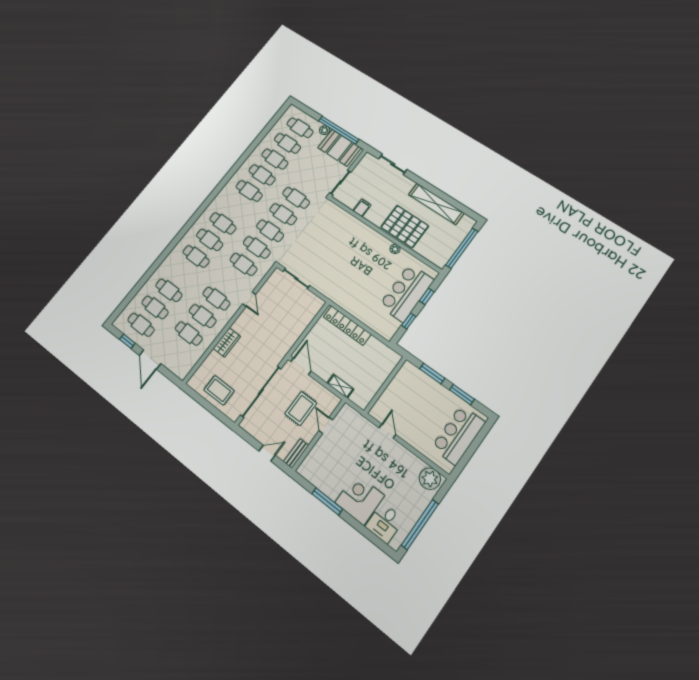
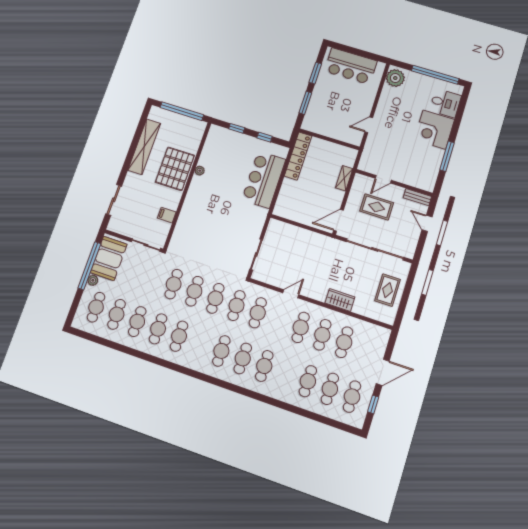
bar counter: (406, 293) -> (264, 180), moved, turned 90
locker: (347, 326) -> (298, 156), moved

